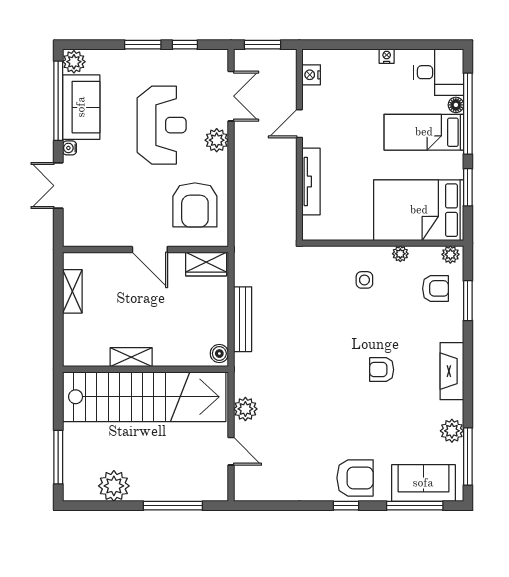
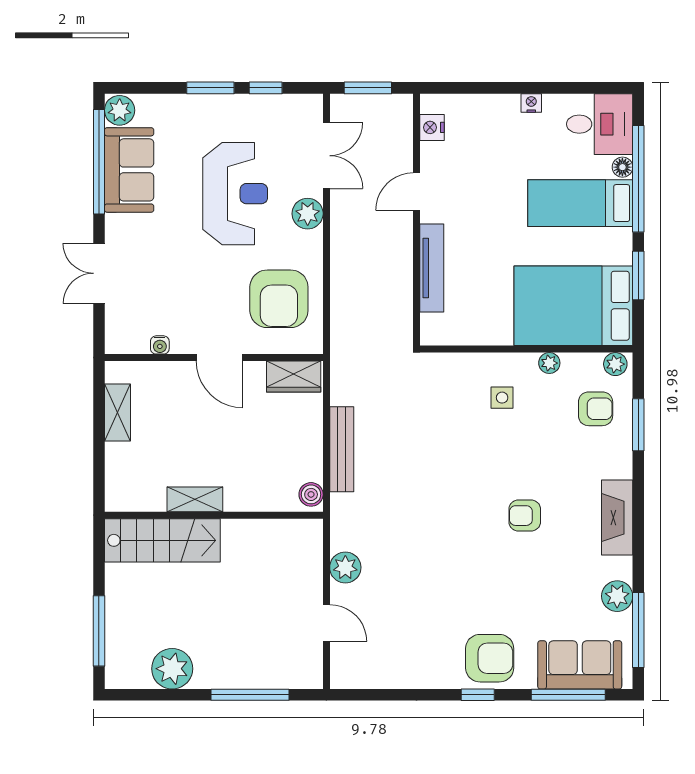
water cooler: (70, 148) -> (160, 345), moved, turned -90
stairs: (144, 397) -> (162, 540), width x0.54, depth x0.66

